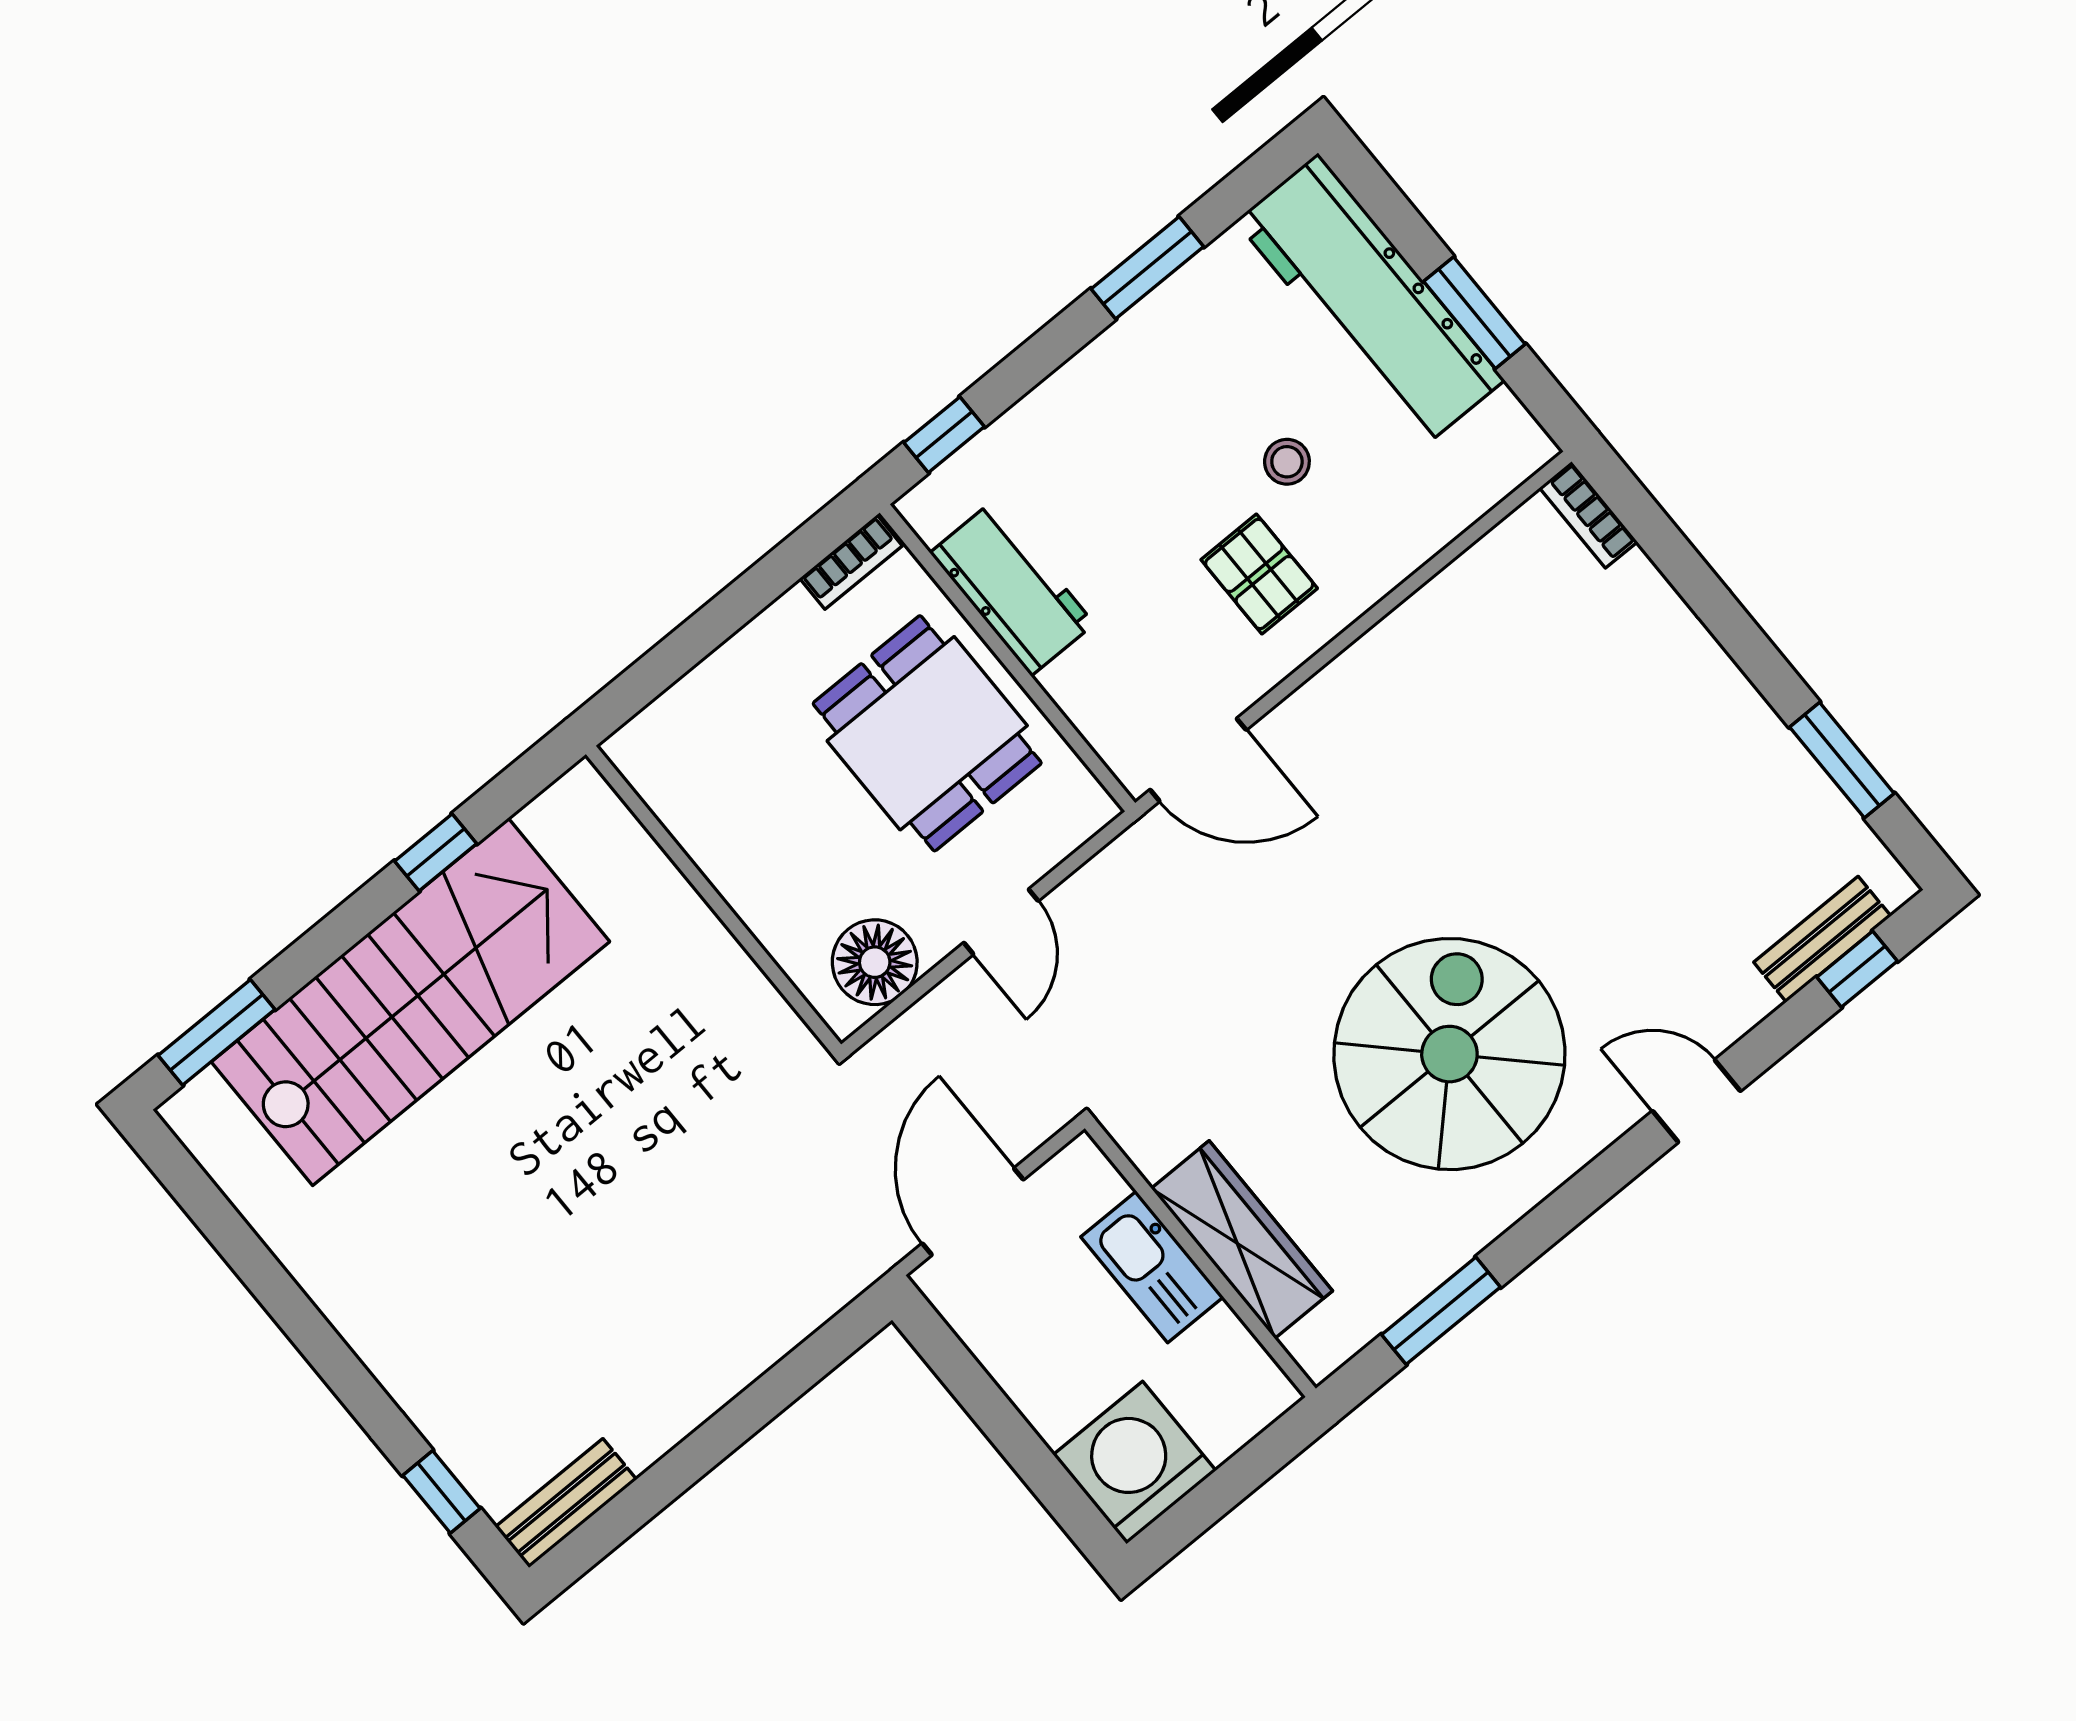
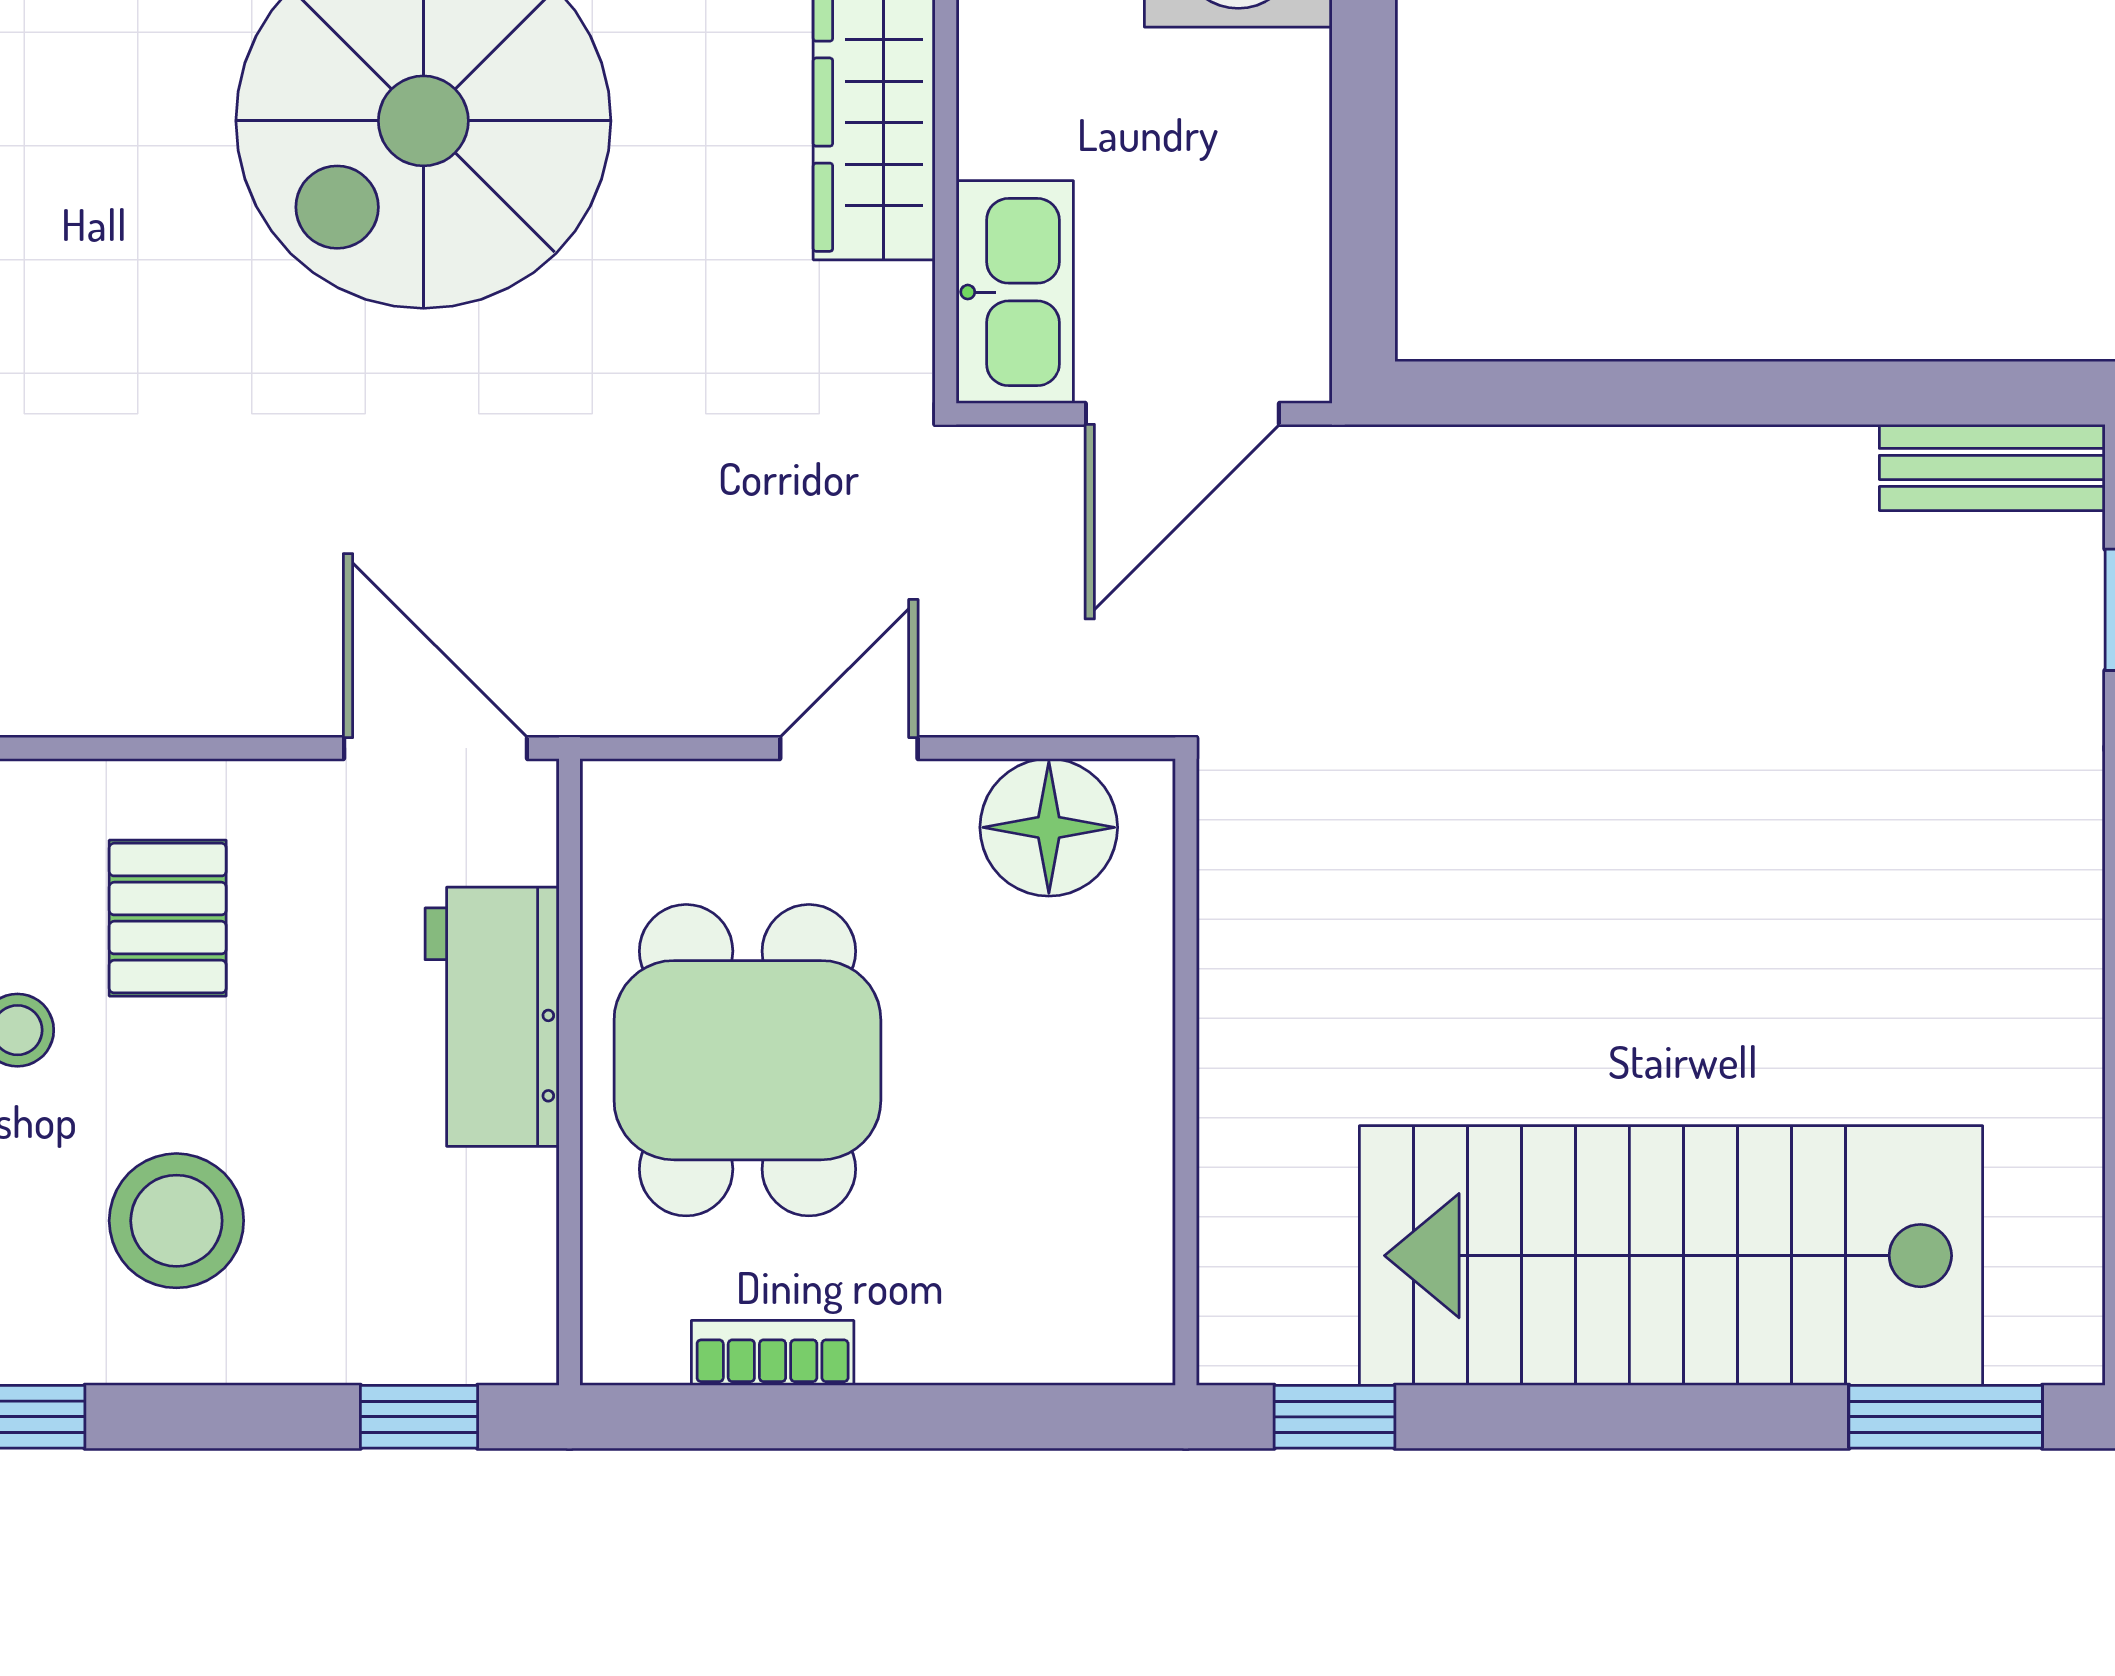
stool: (1136, 433) -> (176, 1221), added
bookcase: (851, 562) -> (773, 1353), moved
workbench: (1012, 588) -> (492, 1017), moved
window: (436, 852) -> (1334, 1417), moved
kitchen sink: (1152, 1267) -> (1015, 292), moved

